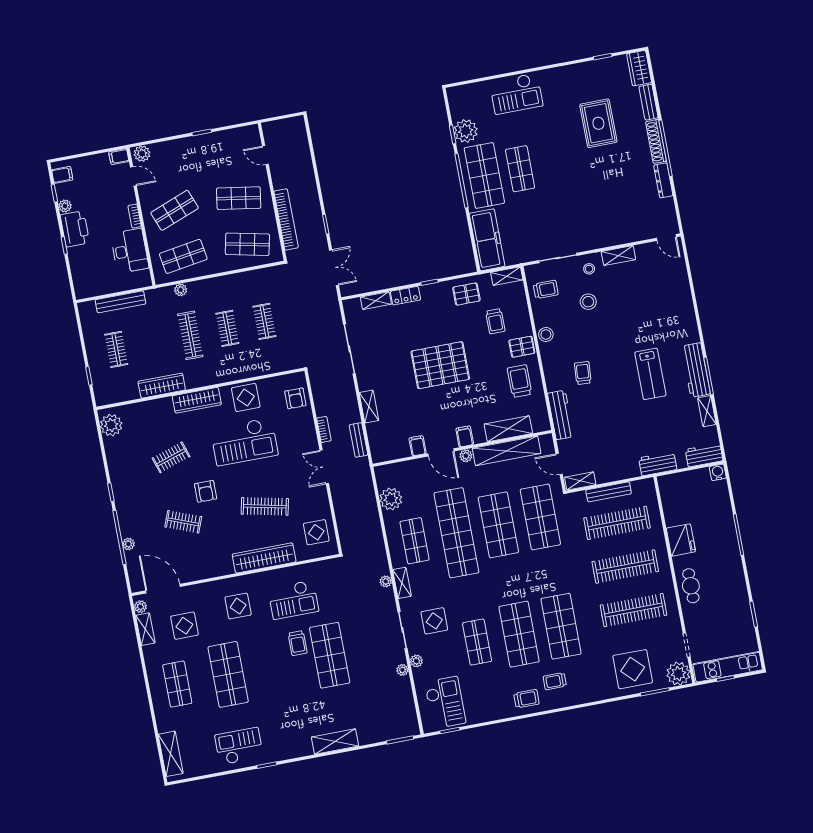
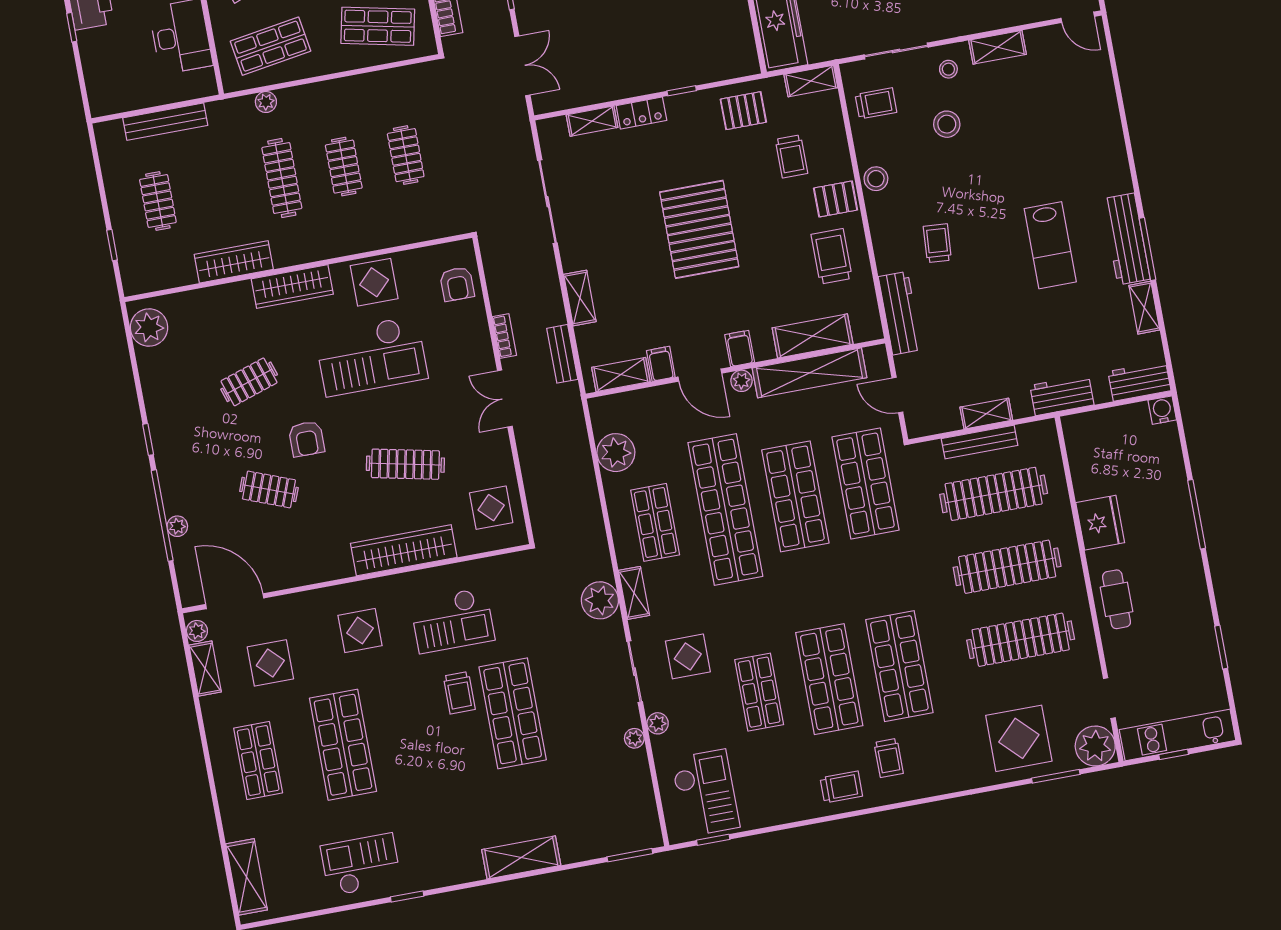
pallet: (440, 365) -> (699, 229), turned 90
shelving: (394, 452) -> (621, 375), added
shelving: (580, 481) -> (986, 414), moved
plant: (386, 581) -> (600, 600), width x1.88, depth x1.88
trolley: (555, 681) -> (889, 758), turned -90

